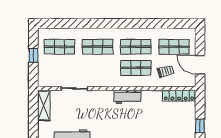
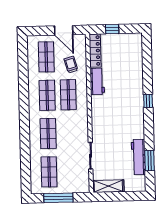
window: (33, 55) -> (58, 198), width x2.17
door: (200, 65) -> (64, 30), hinge flipped
workbench: (127, 97) -> (97, 81), moved
window: (200, 126) -> (112, 29), moved

